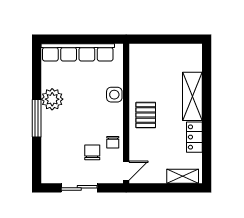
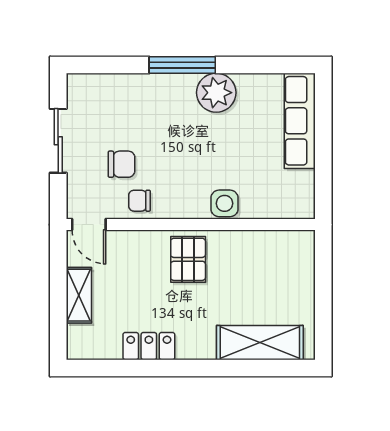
row of seats: (78, 52) -> (300, 121), width x0.73
shelving: (192, 96) -> (260, 343), moved
pallet: (146, 115) -> (188, 259), turned 90
shelving: (183, 176) -> (79, 295), moved

